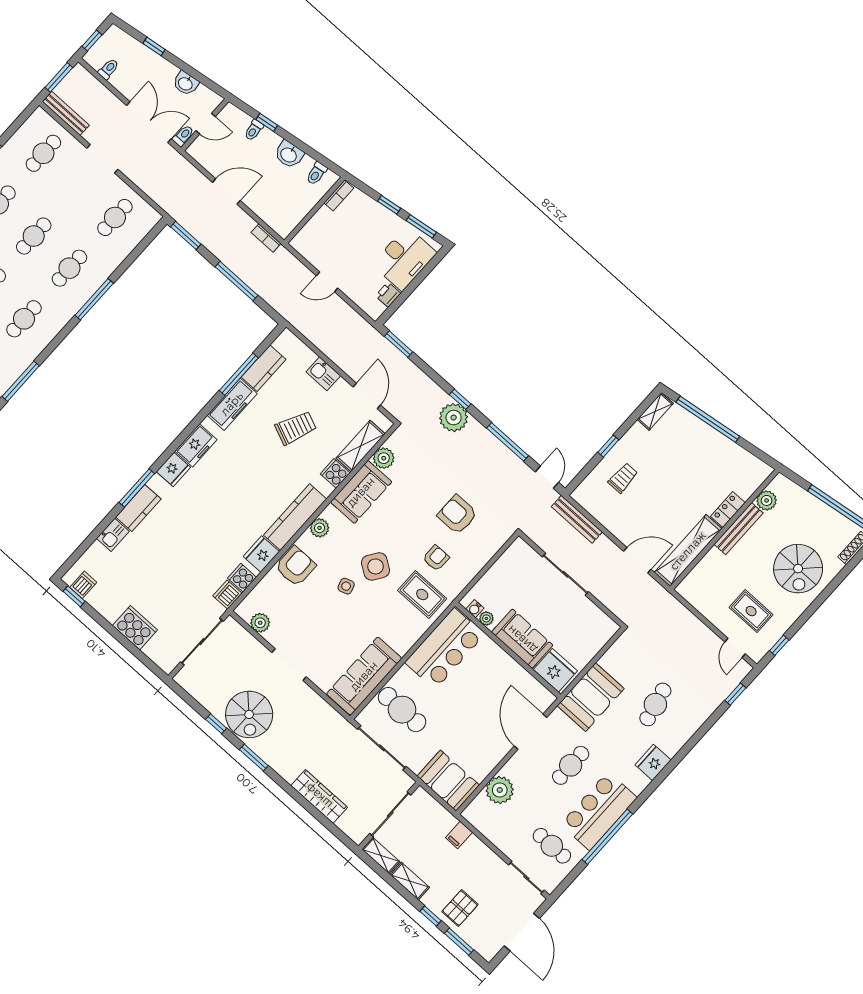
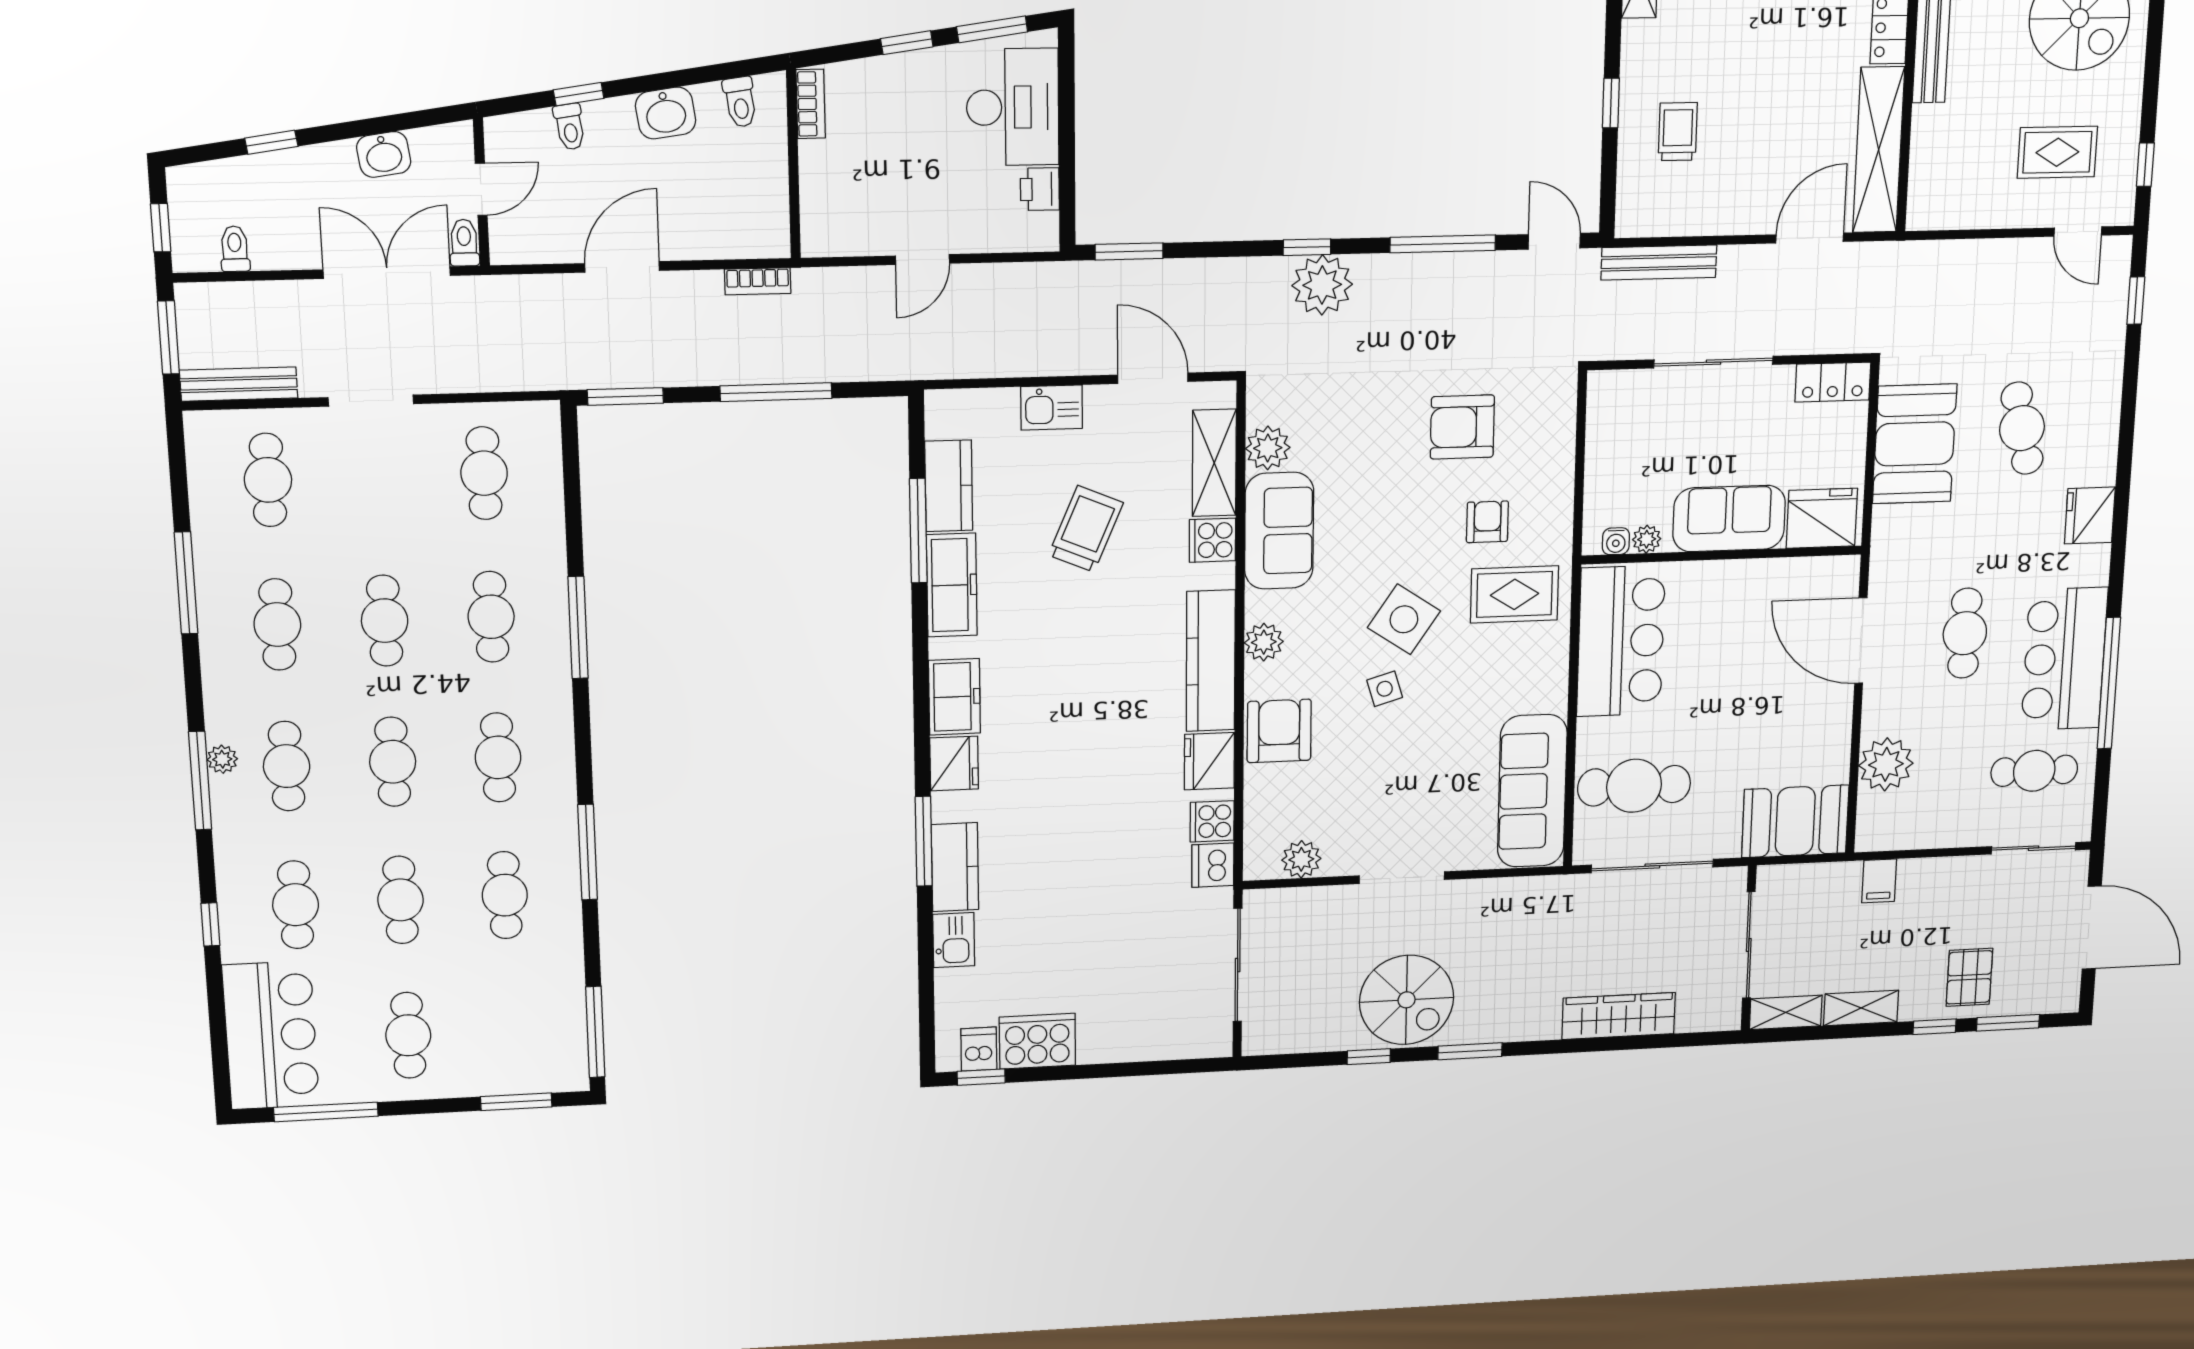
locker: (602, 622) -> (1833, 382), added
cooker: (135, 628) -> (1037, 1041), moved
booth: (591, 697) -> (1915, 444), moved

